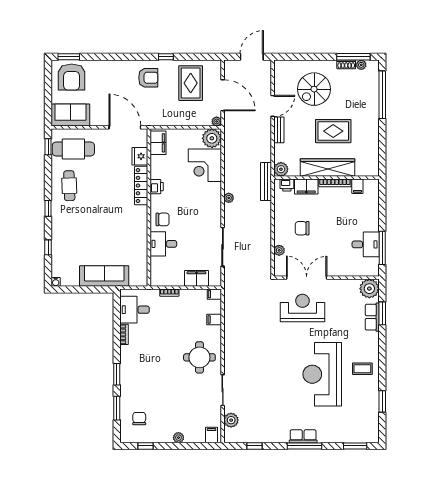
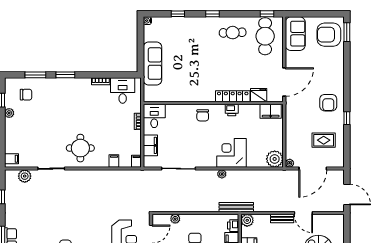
rug: (191, 83) -> (324, 140), width x0.73, depth x0.70
corner desk: (205, 165) -> (231, 153), moved
desk: (163, 244) -> (154, 116), moved
plant: (178, 438) -> (9, 113), moved

